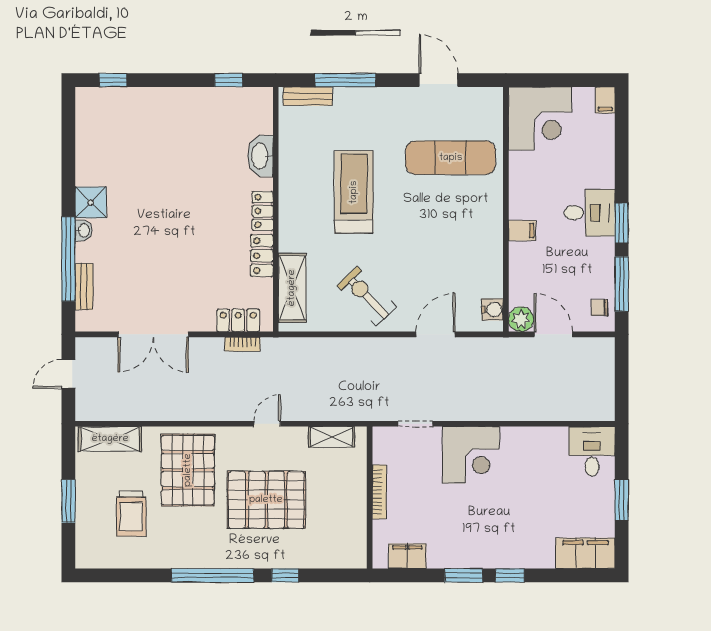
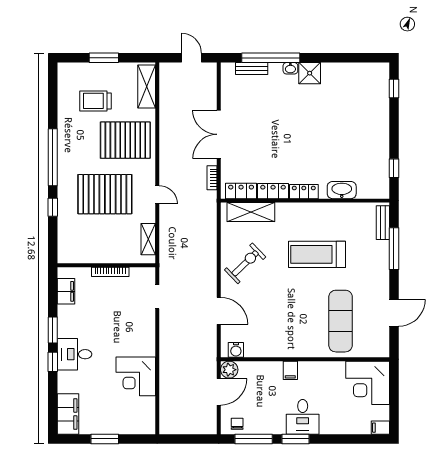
treadmill: (354, 192) -> (317, 254), turned 180
locker: (238, 320) -> (241, 191), moved, turned -90
double door: (153, 334) -> (219, 134), moved
desk: (592, 451) -> (75, 354), moved, turned 180
corner desk: (471, 455) -> (136, 376), moved
pallet: (266, 500) -> (105, 194), turned 90

